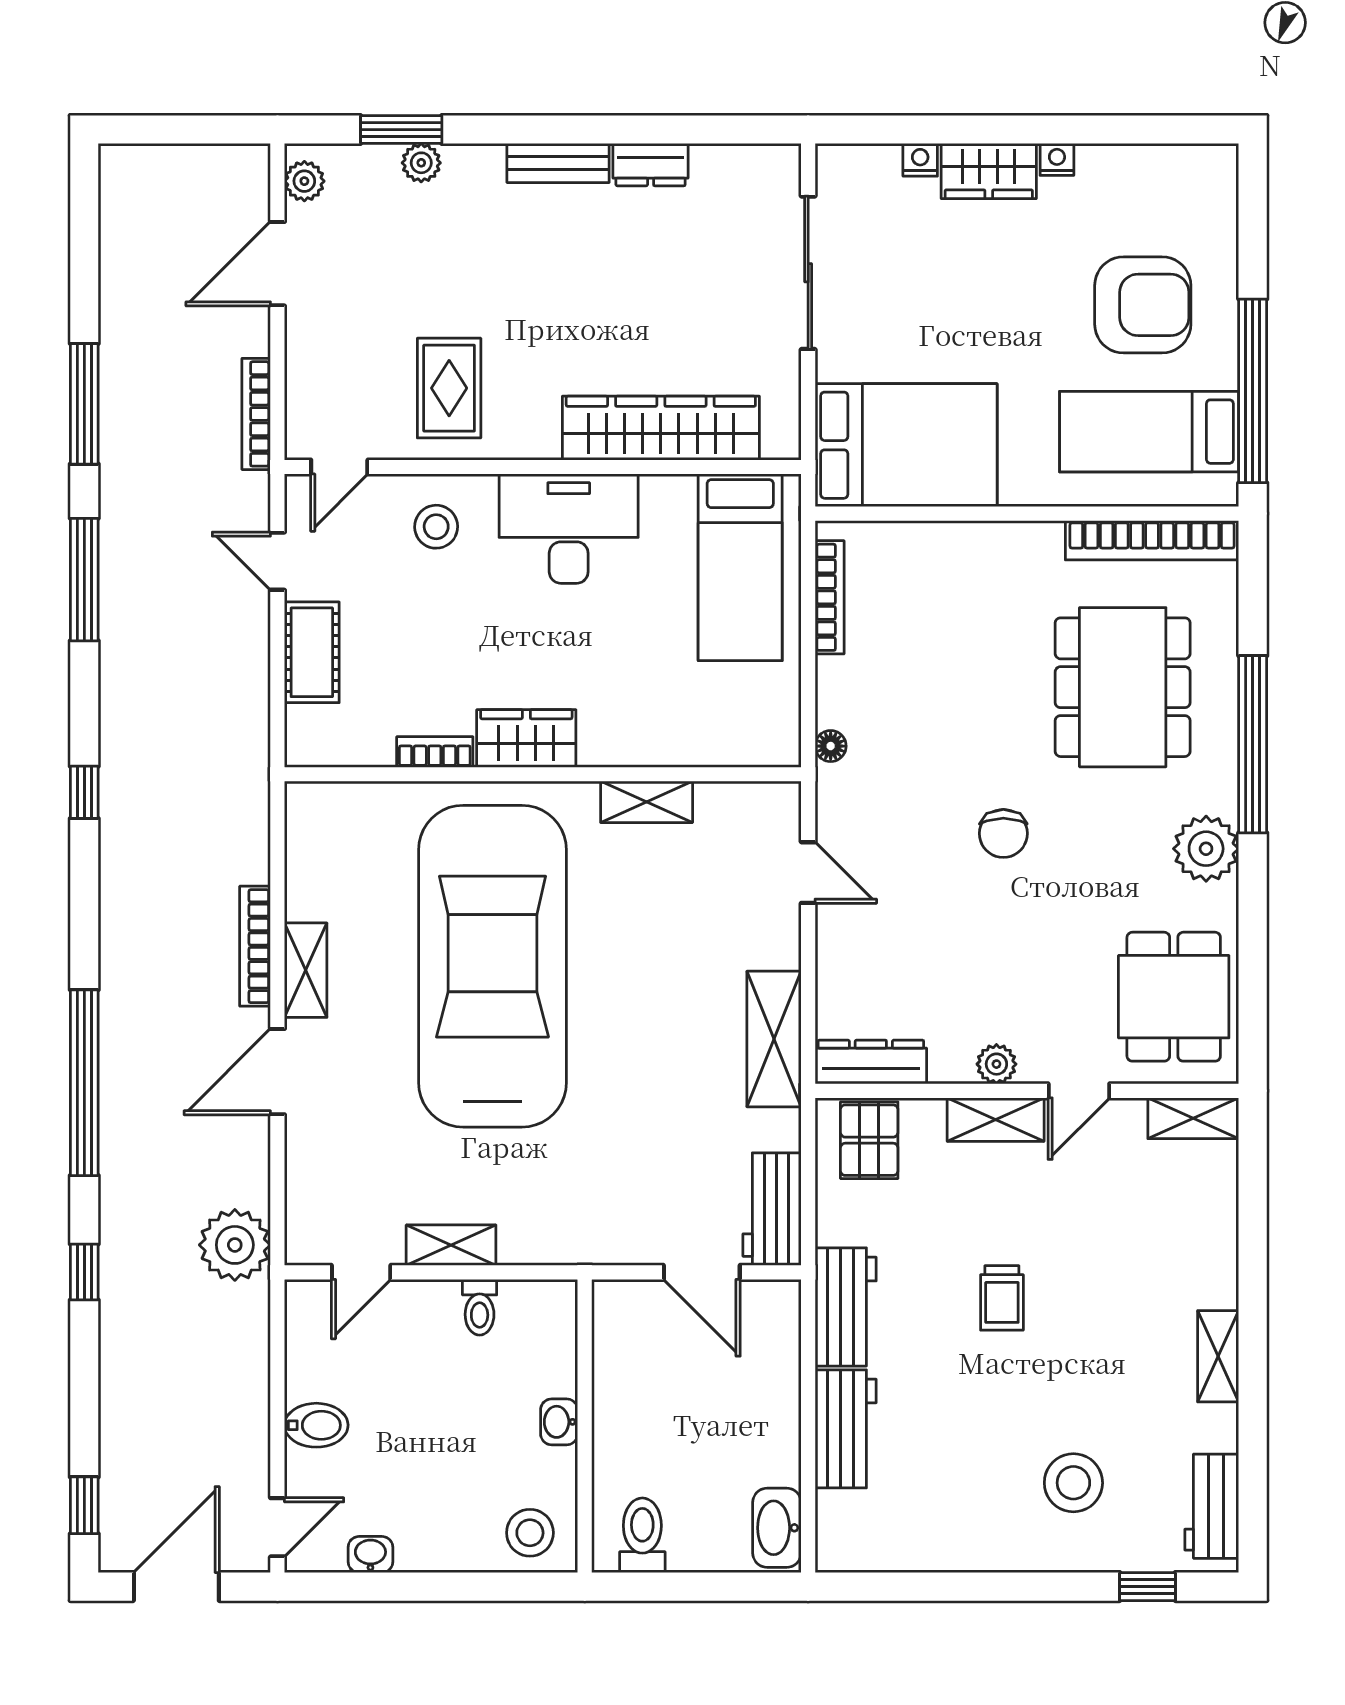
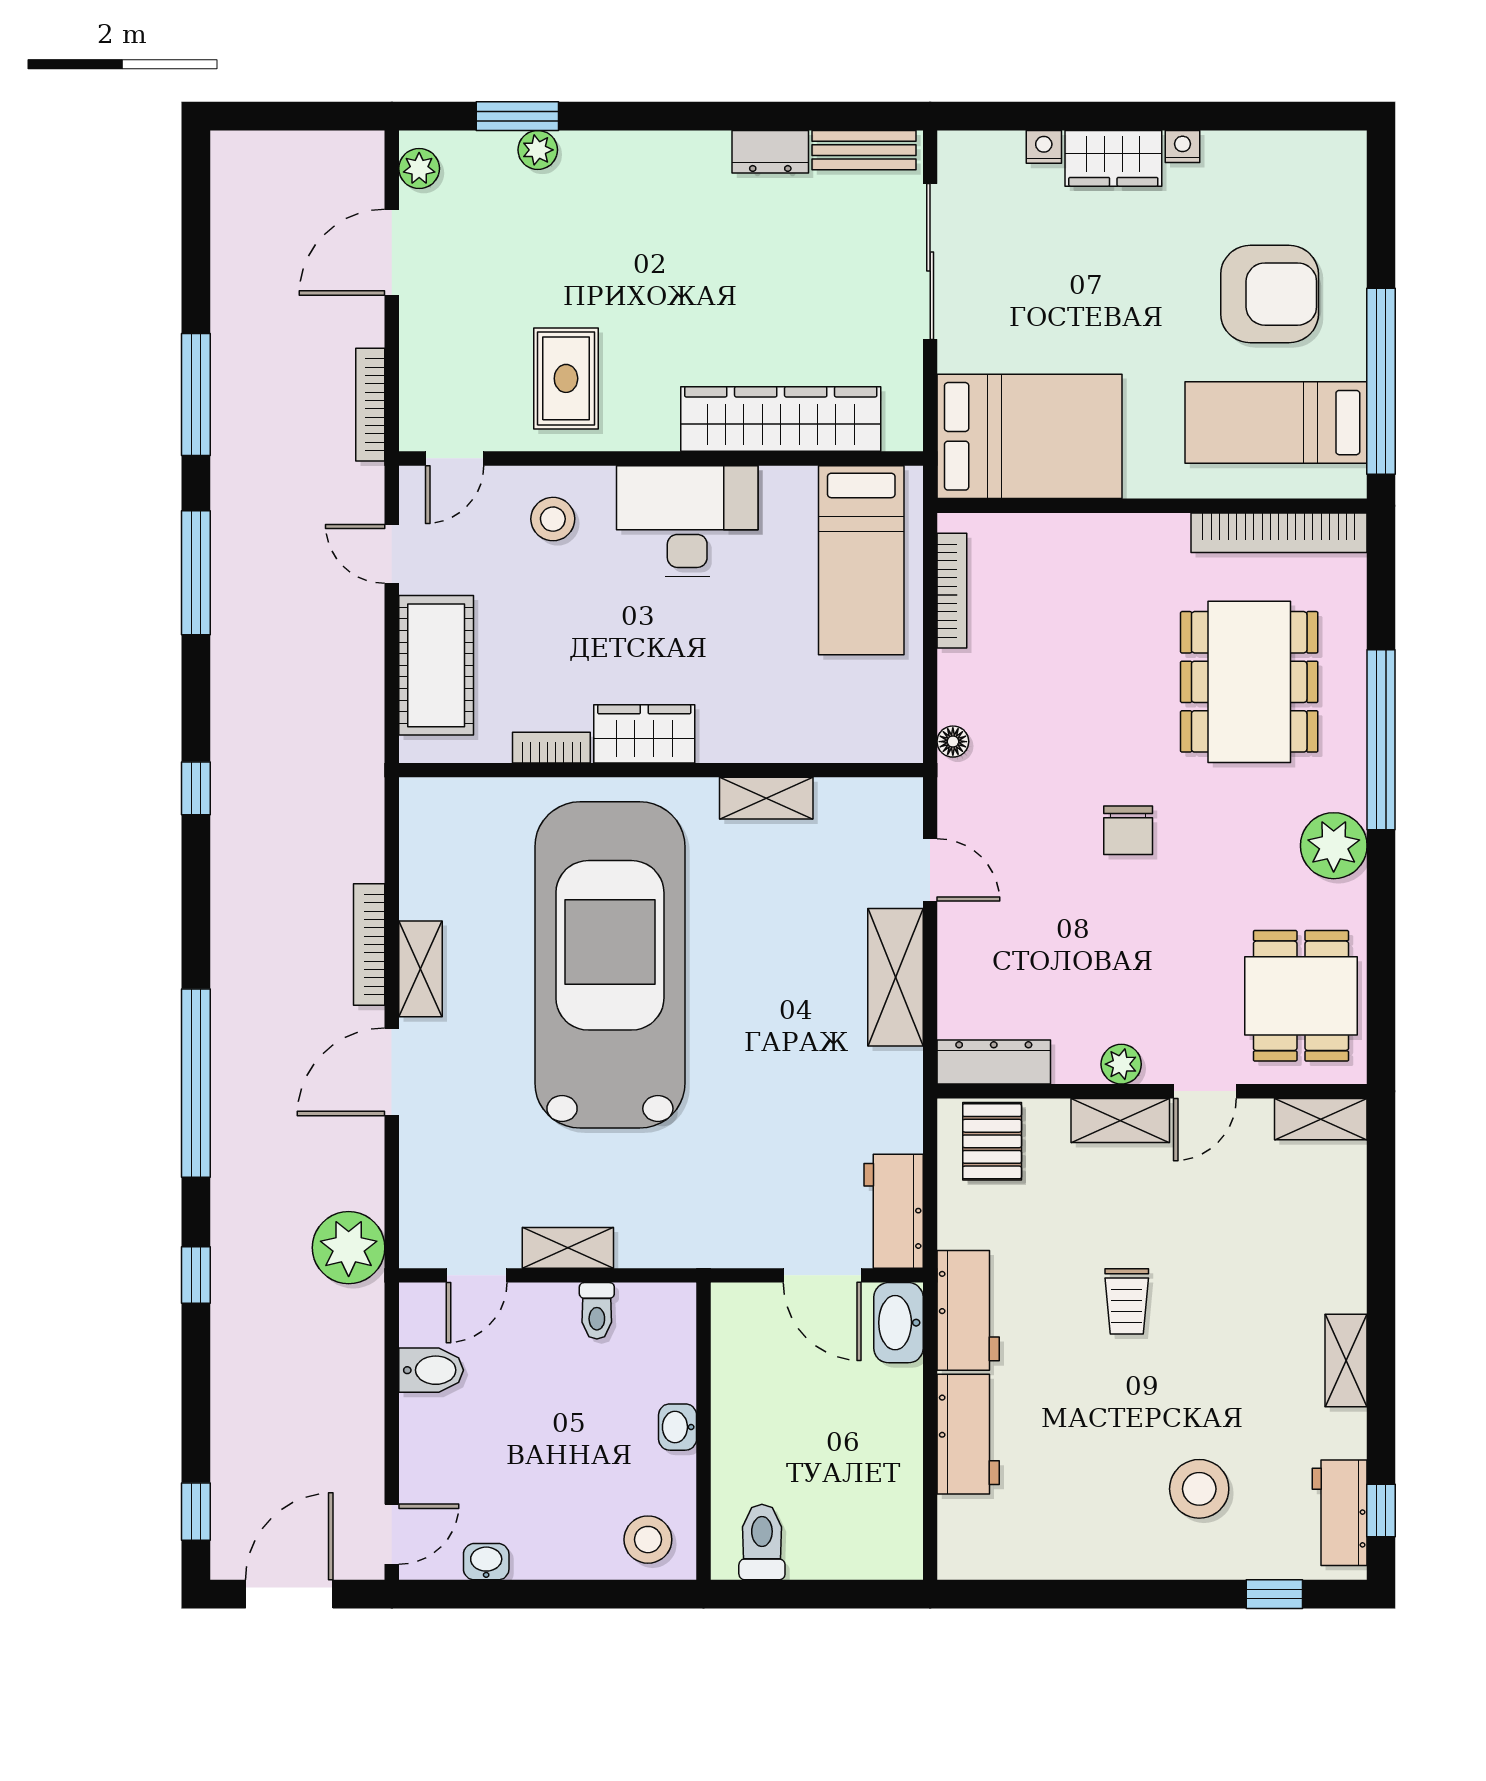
bench: (558, 163) -> (864, 150), moved
cot: (312, 652) -> (436, 665), width x1.37, depth x1.34
shelving: (774, 1039) -> (896, 977), moved
bidet: (316, 1425) -> (431, 1370), moved
window: (1253, 1504) -> (1381, 1510), added
washbasin: (777, 1528) -> (898, 1323), moved

